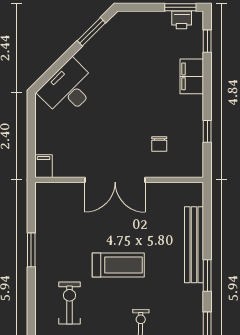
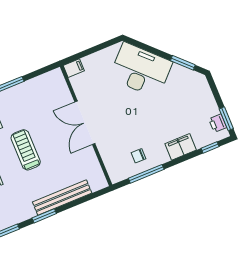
desk: (68, 89) -> (141, 70), width x1.36, depth x1.30
window: (207, 131) -> (146, 174), width x2.17
chair: (159, 144) -> (138, 156), moved
treadmill: (118, 265) -> (26, 150), turned 180

